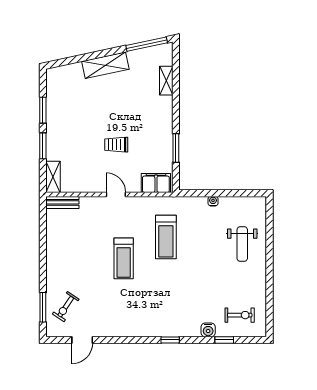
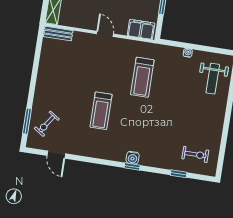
weight bench: (242, 244) -> (213, 79), moved
treadmill: (124, 258) -> (101, 111), moved
water cooler: (208, 330) -> (133, 158), moved
door: (82, 340) -> (56, 155), hinge flipped

